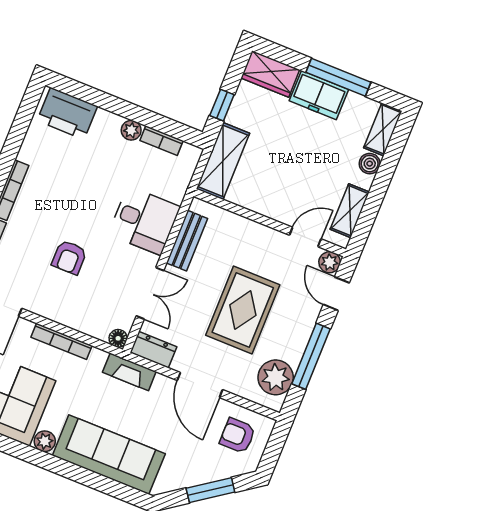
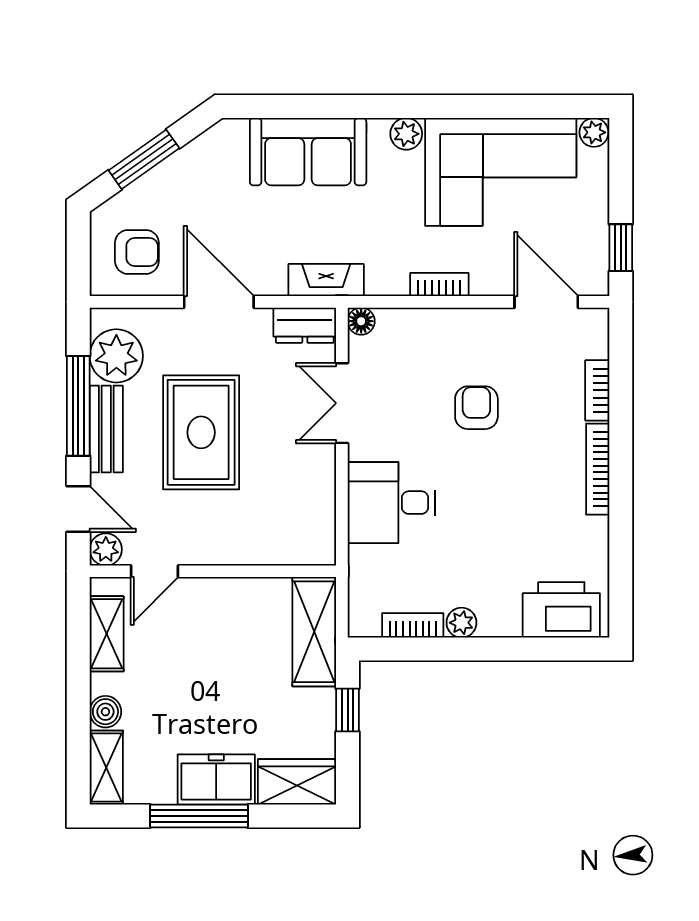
bench: (187, 241) -> (106, 429), moved
bookcase: (62, 341) -> (439, 285), width x0.64
sofa: (109, 455) -> (308, 152), width x0.73

